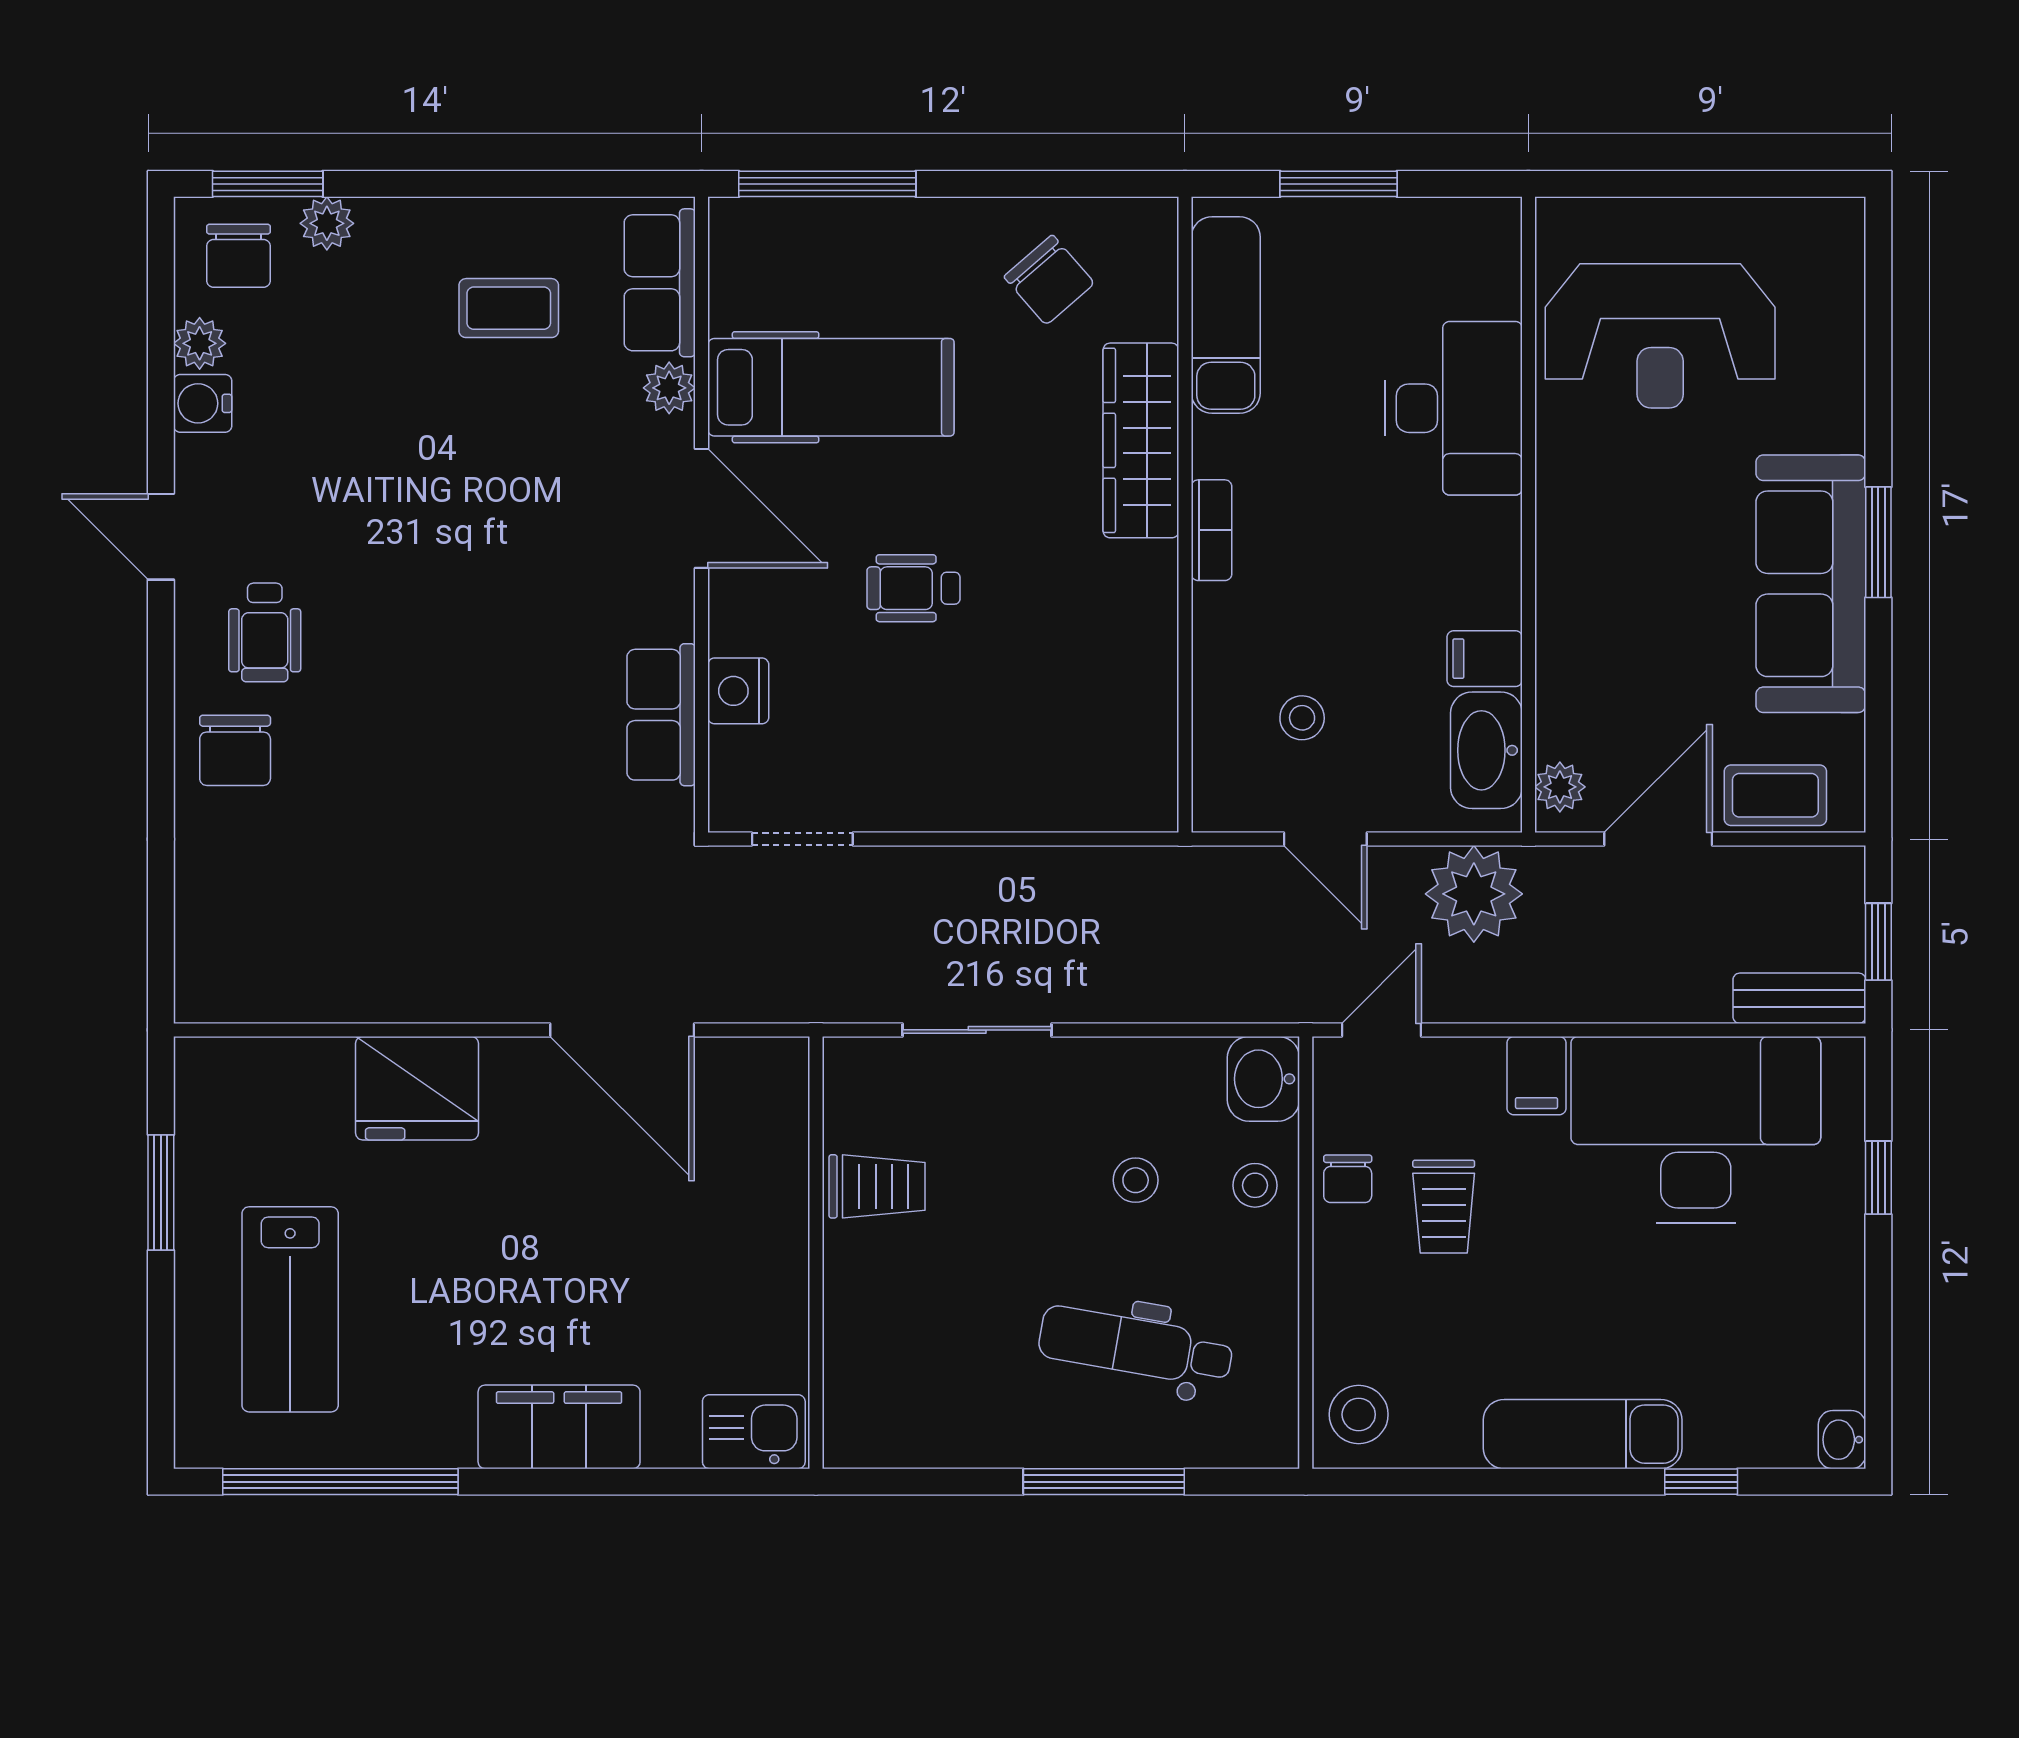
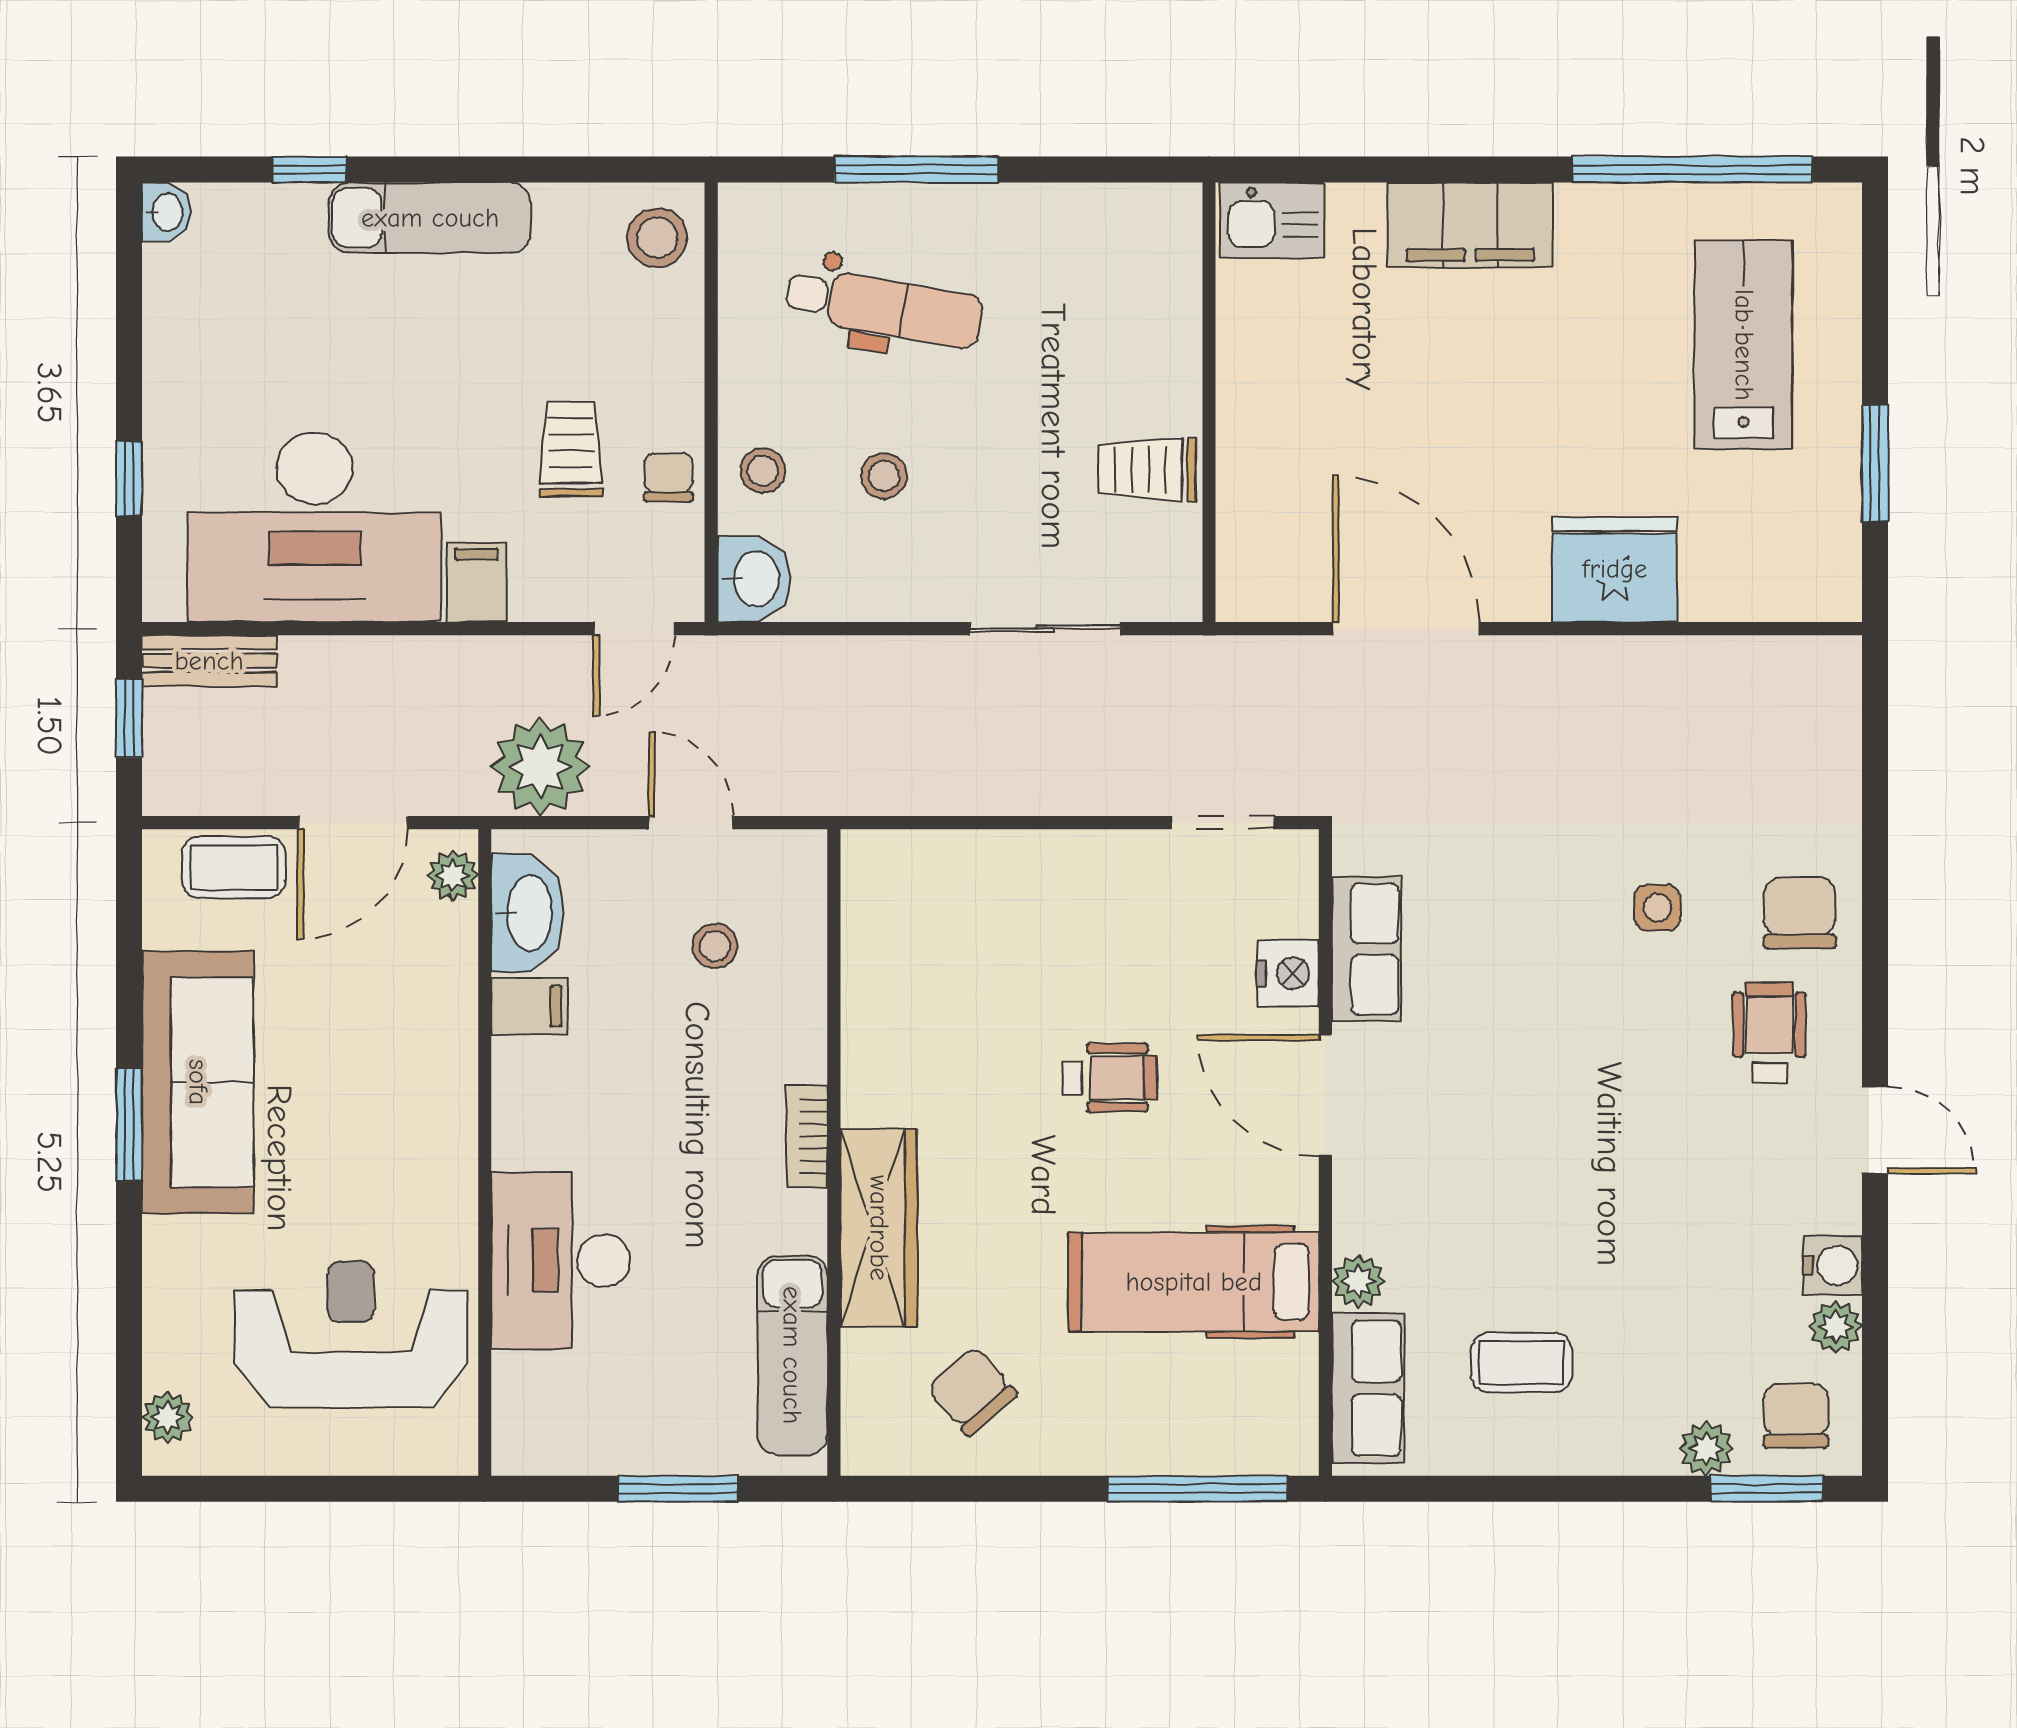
plant: (1840, 254) -> (168, 1417), added
door: (702, 508) -> (1325, 1095), moved
side table: (375, 755) -> (1657, 908), added

